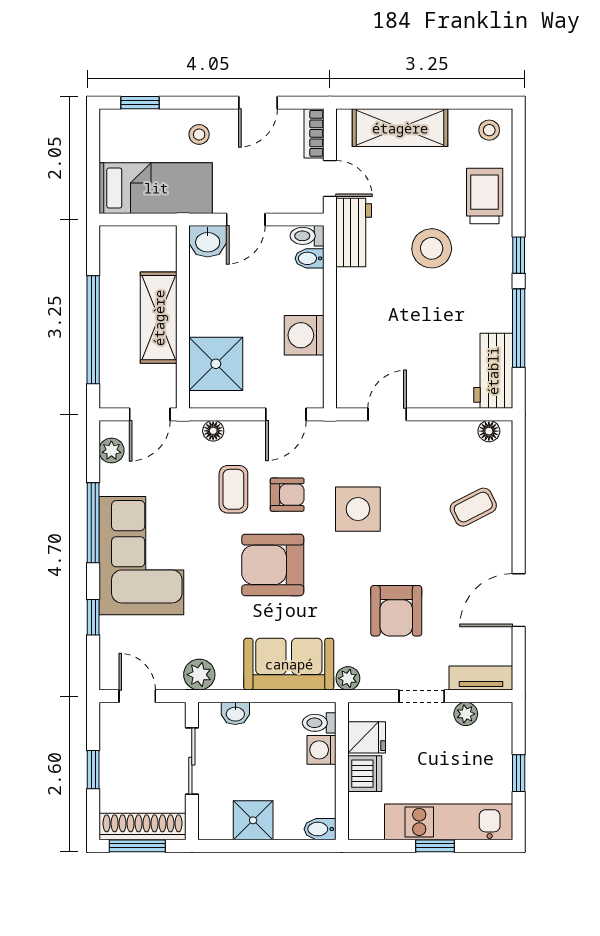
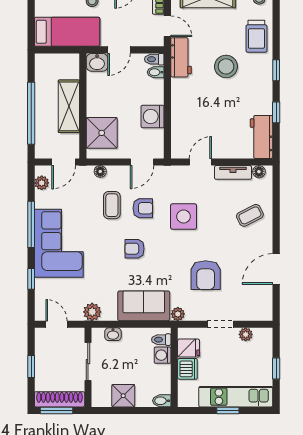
trolley: (485, 196) -> (256, 36), turned 180
window: (519, 328) -> (276, 112), width x0.46
armchair: (273, 565) -> (134, 249), width x0.53, depth x0.53
tv unit: (481, 678) -> (233, 172), moved, turned 180

